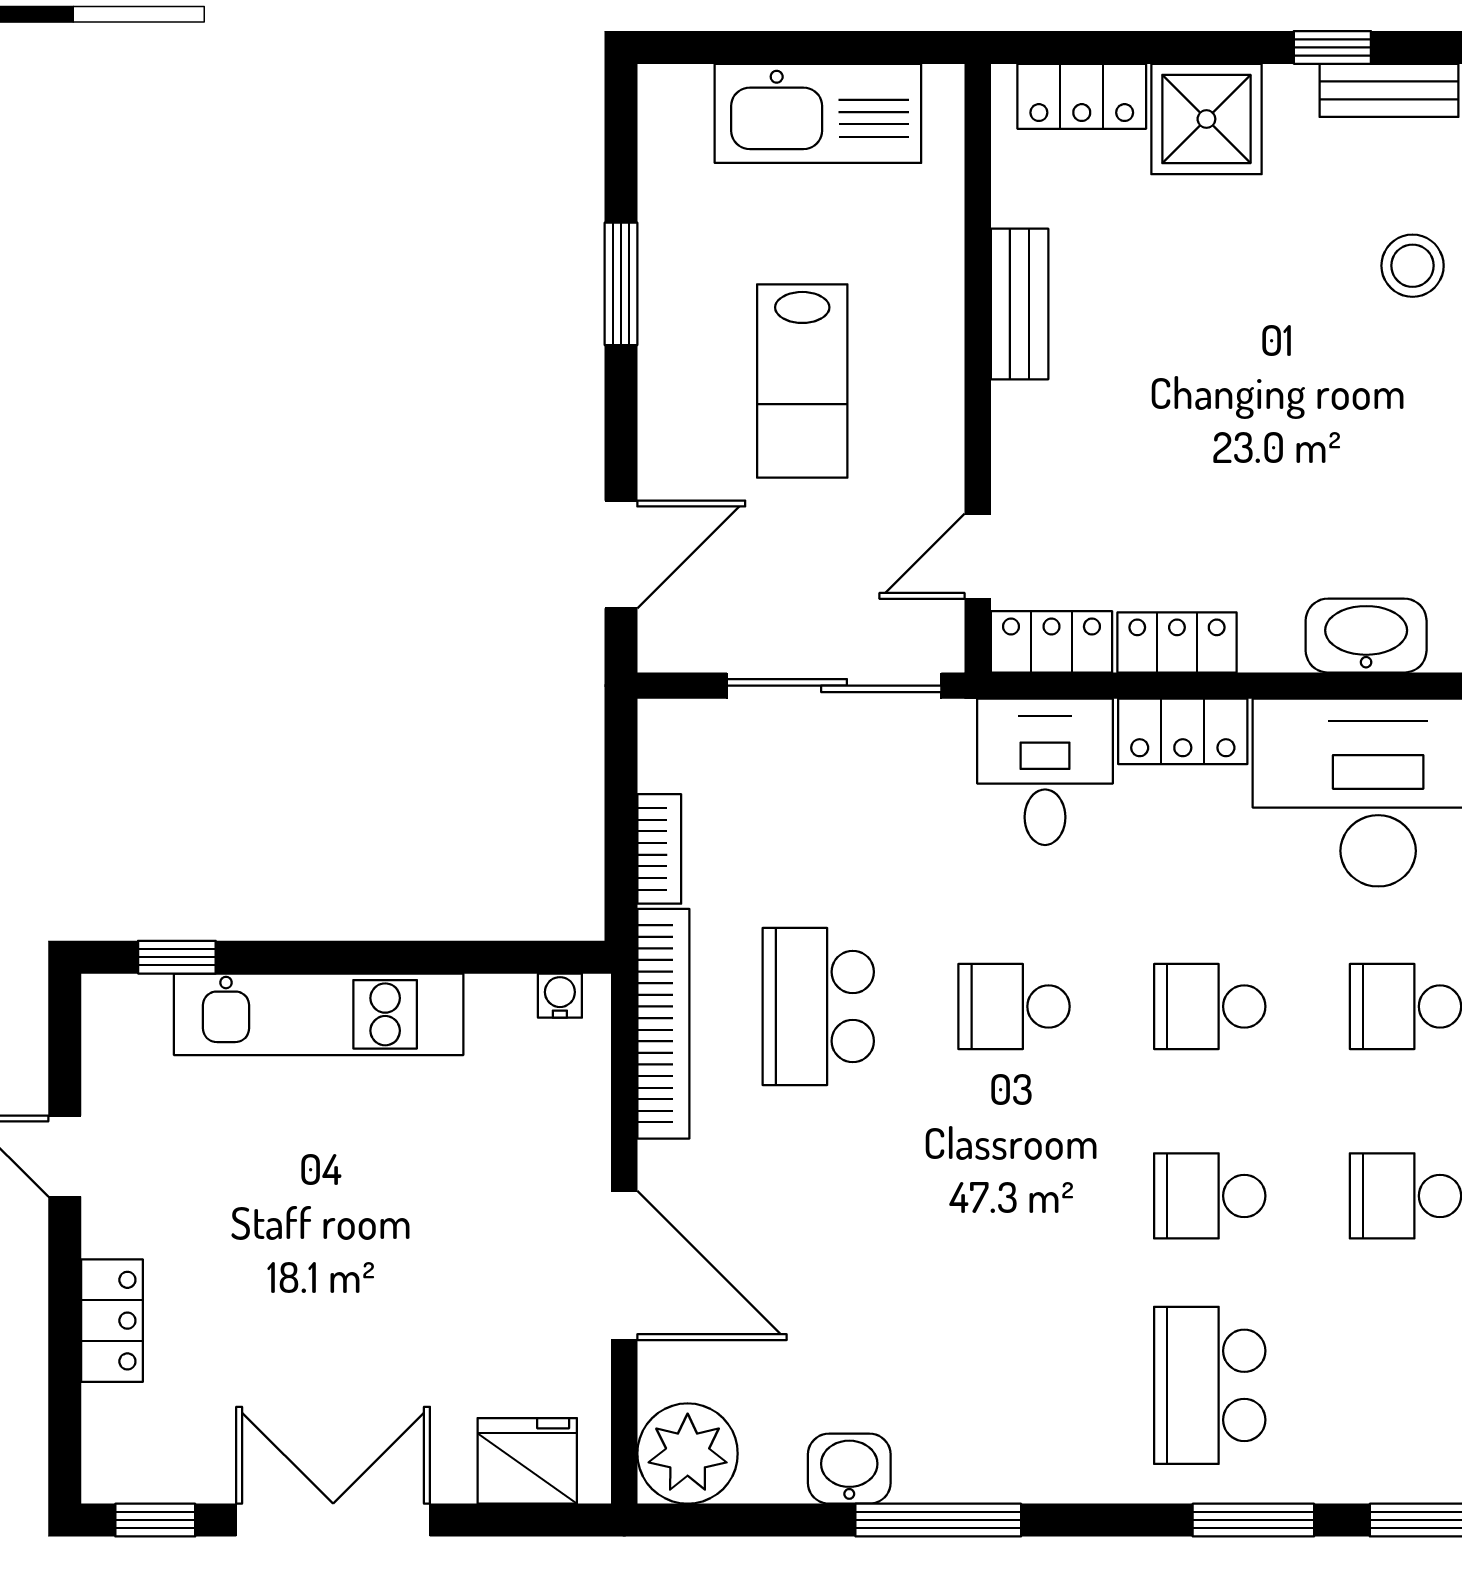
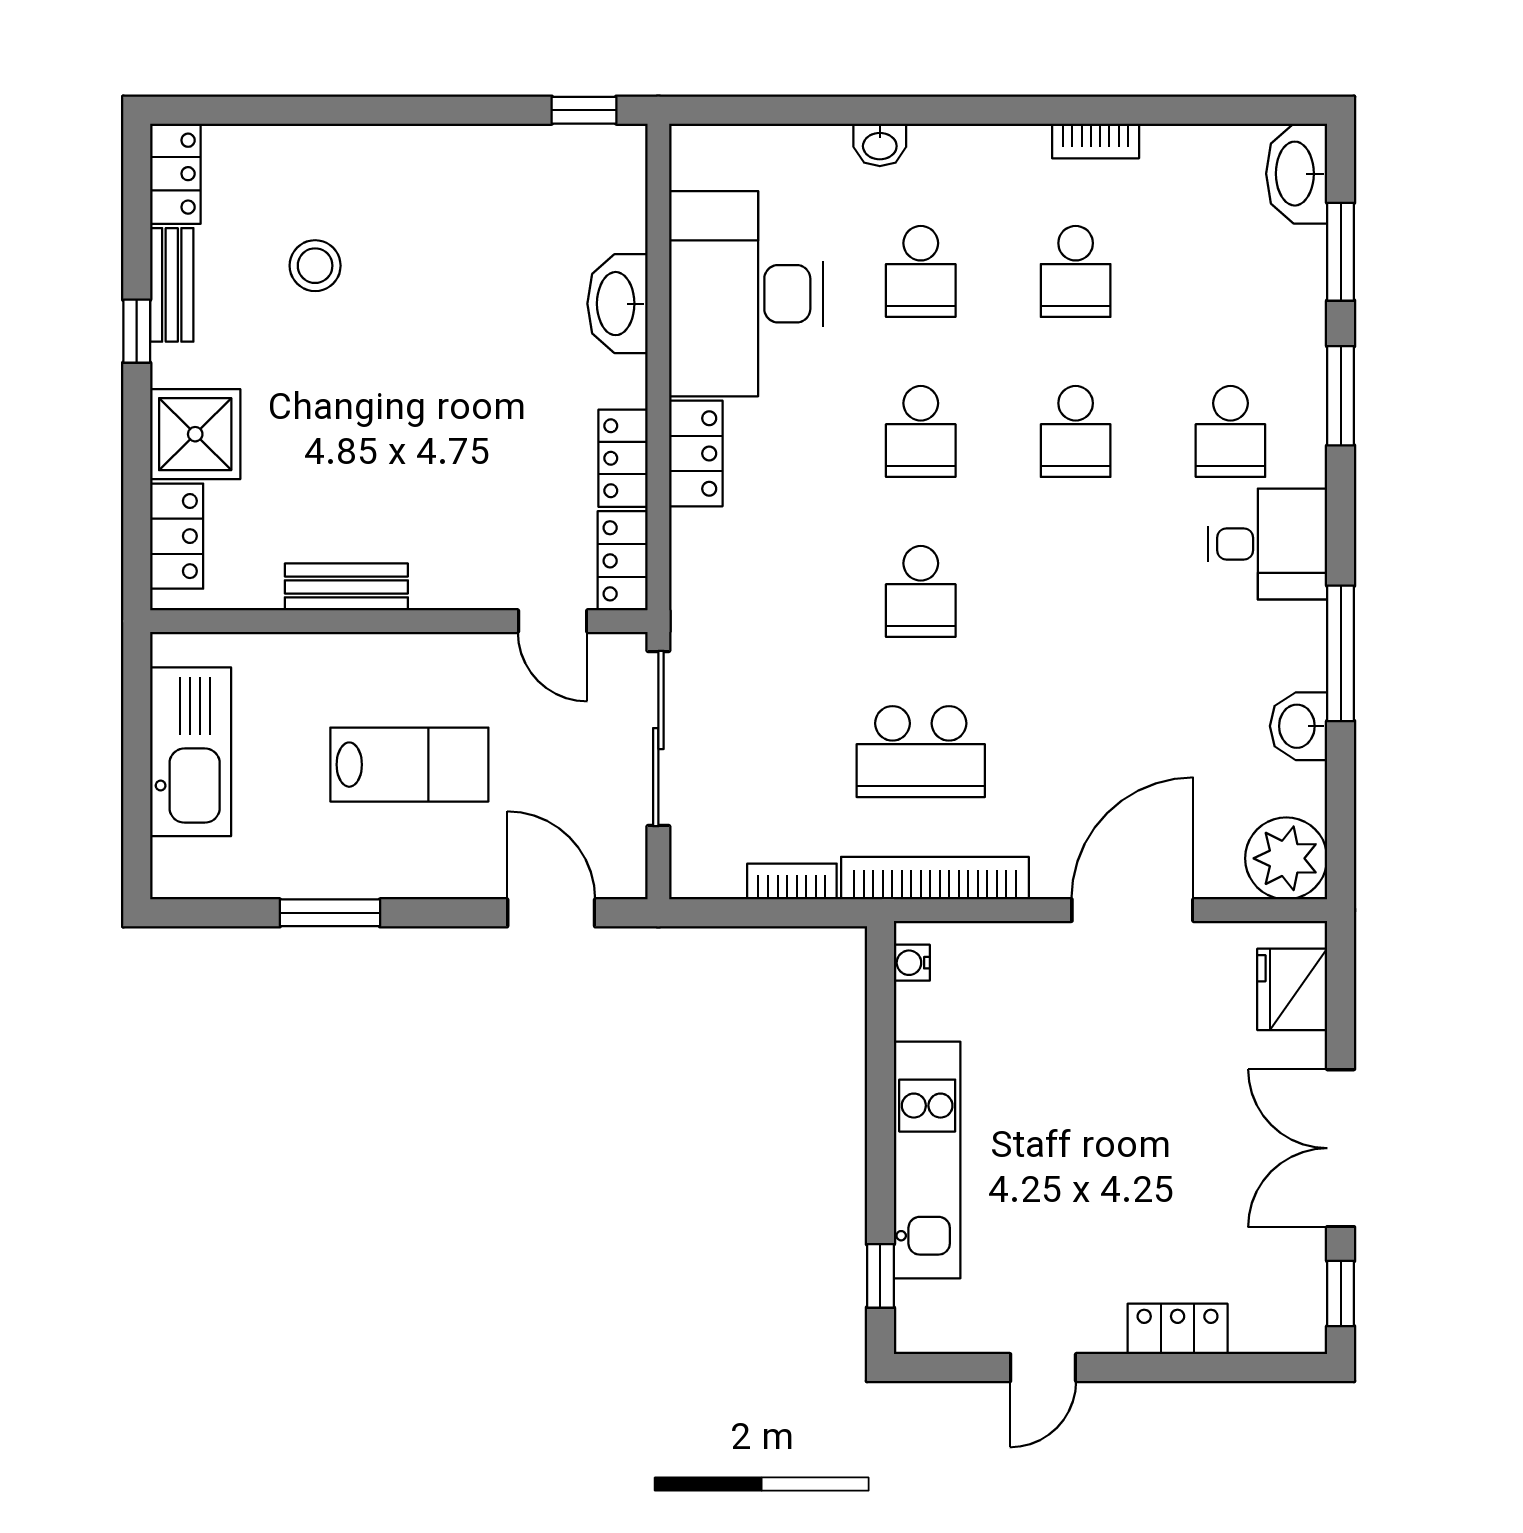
desk: (1045, 772) -> (1267, 544), moved, turned 180
school desk: (1210, 1385) -> (1230, 431), width x0.54

